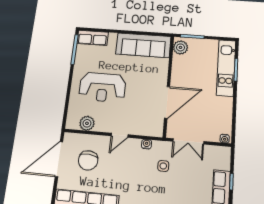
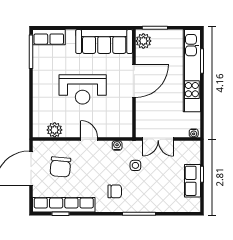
kitchen unit: (226, 68) -> (192, 71), width x1.36
reception desk: (102, 87) -> (83, 89), moved
door: (167, 102) -> (134, 81), moved
door: (120, 135) -> (89, 139), swing flipped
chair: (140, 191) -> (115, 191), added

